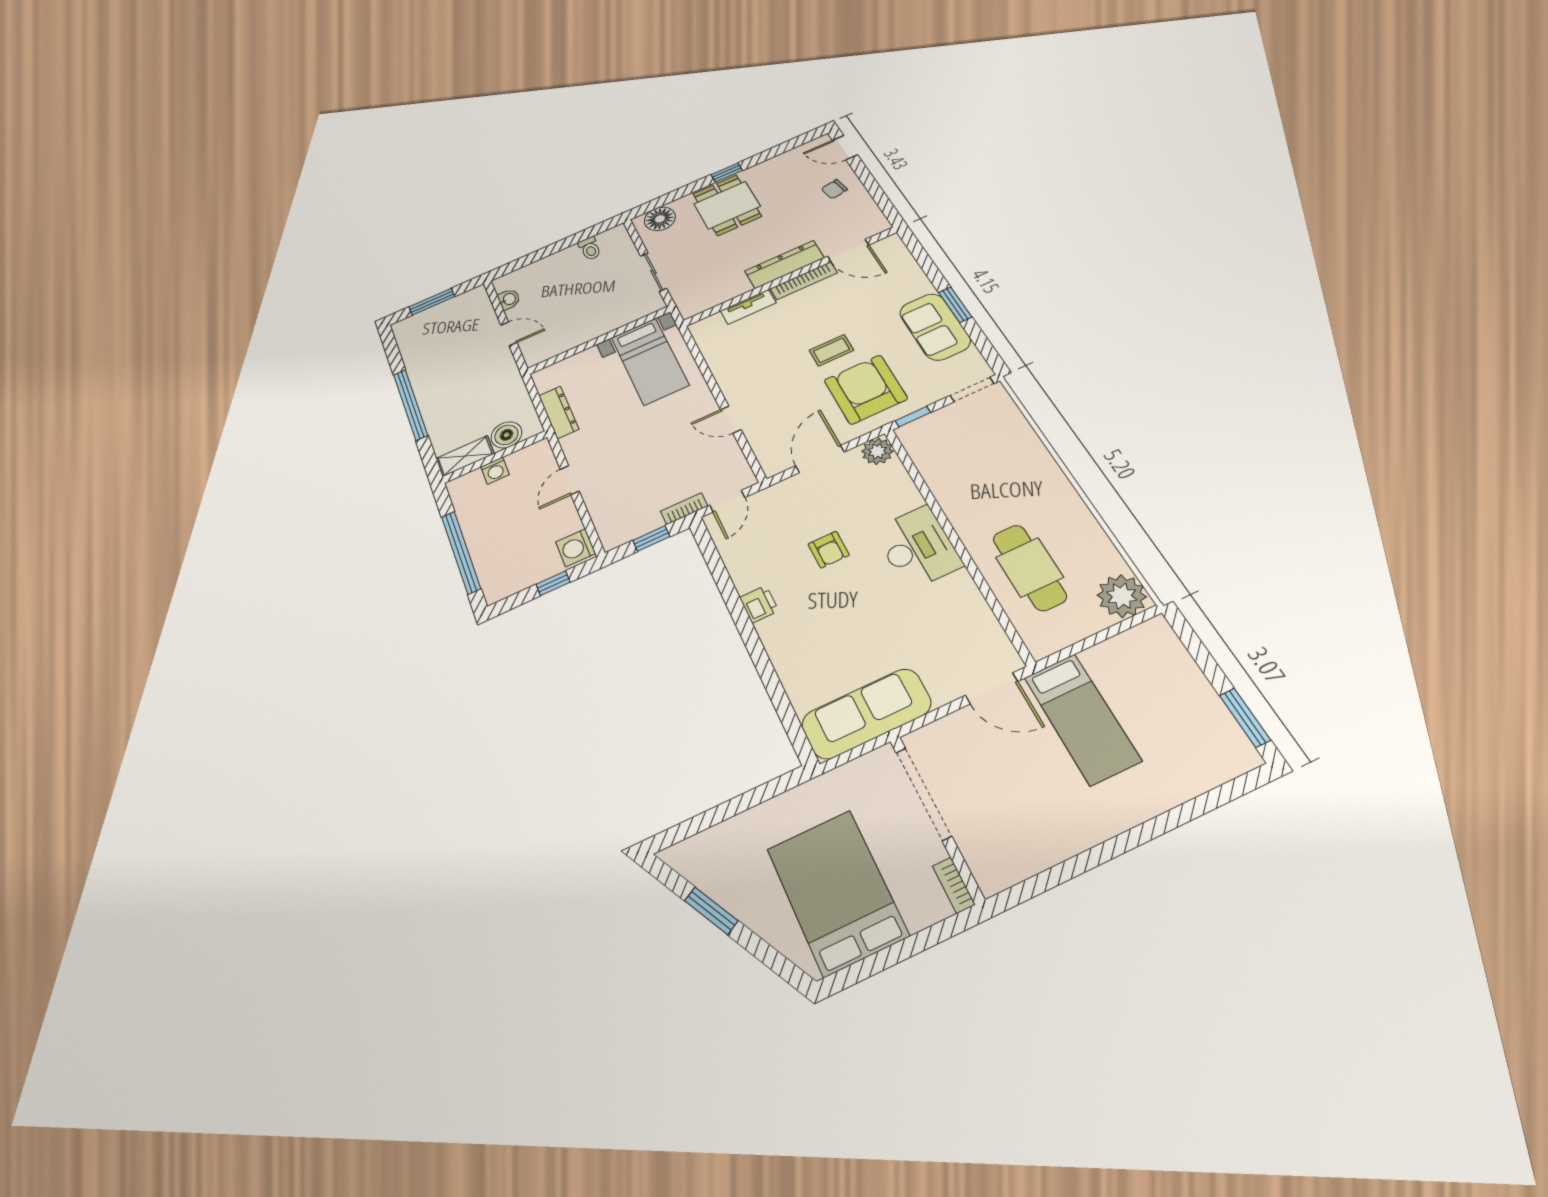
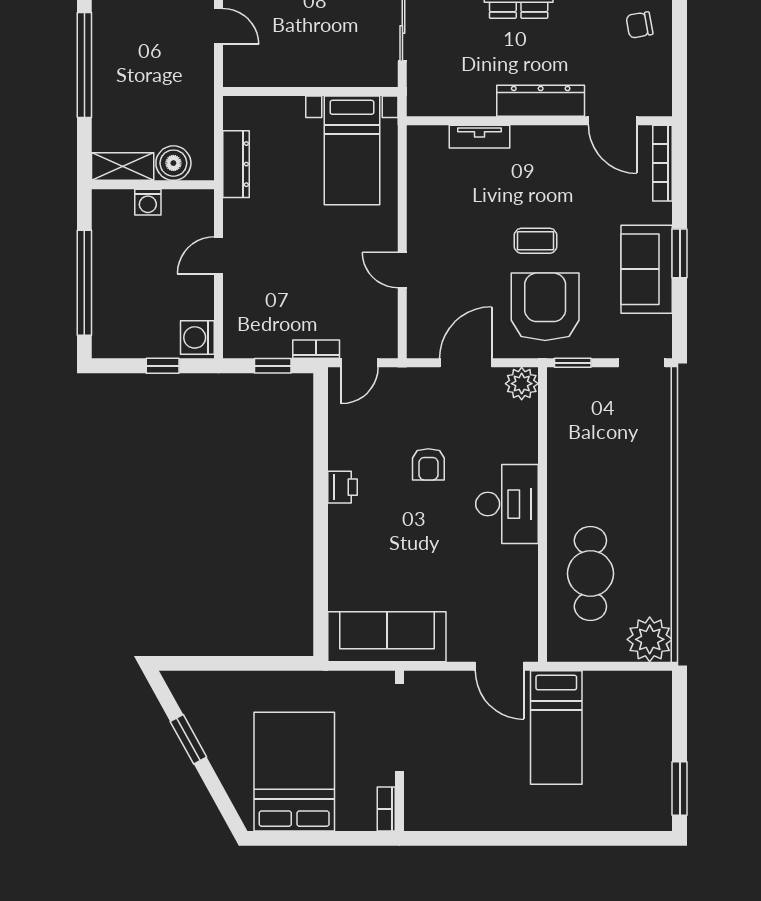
bookcase: (804, 281) -> (662, 163), moved, turned 90

